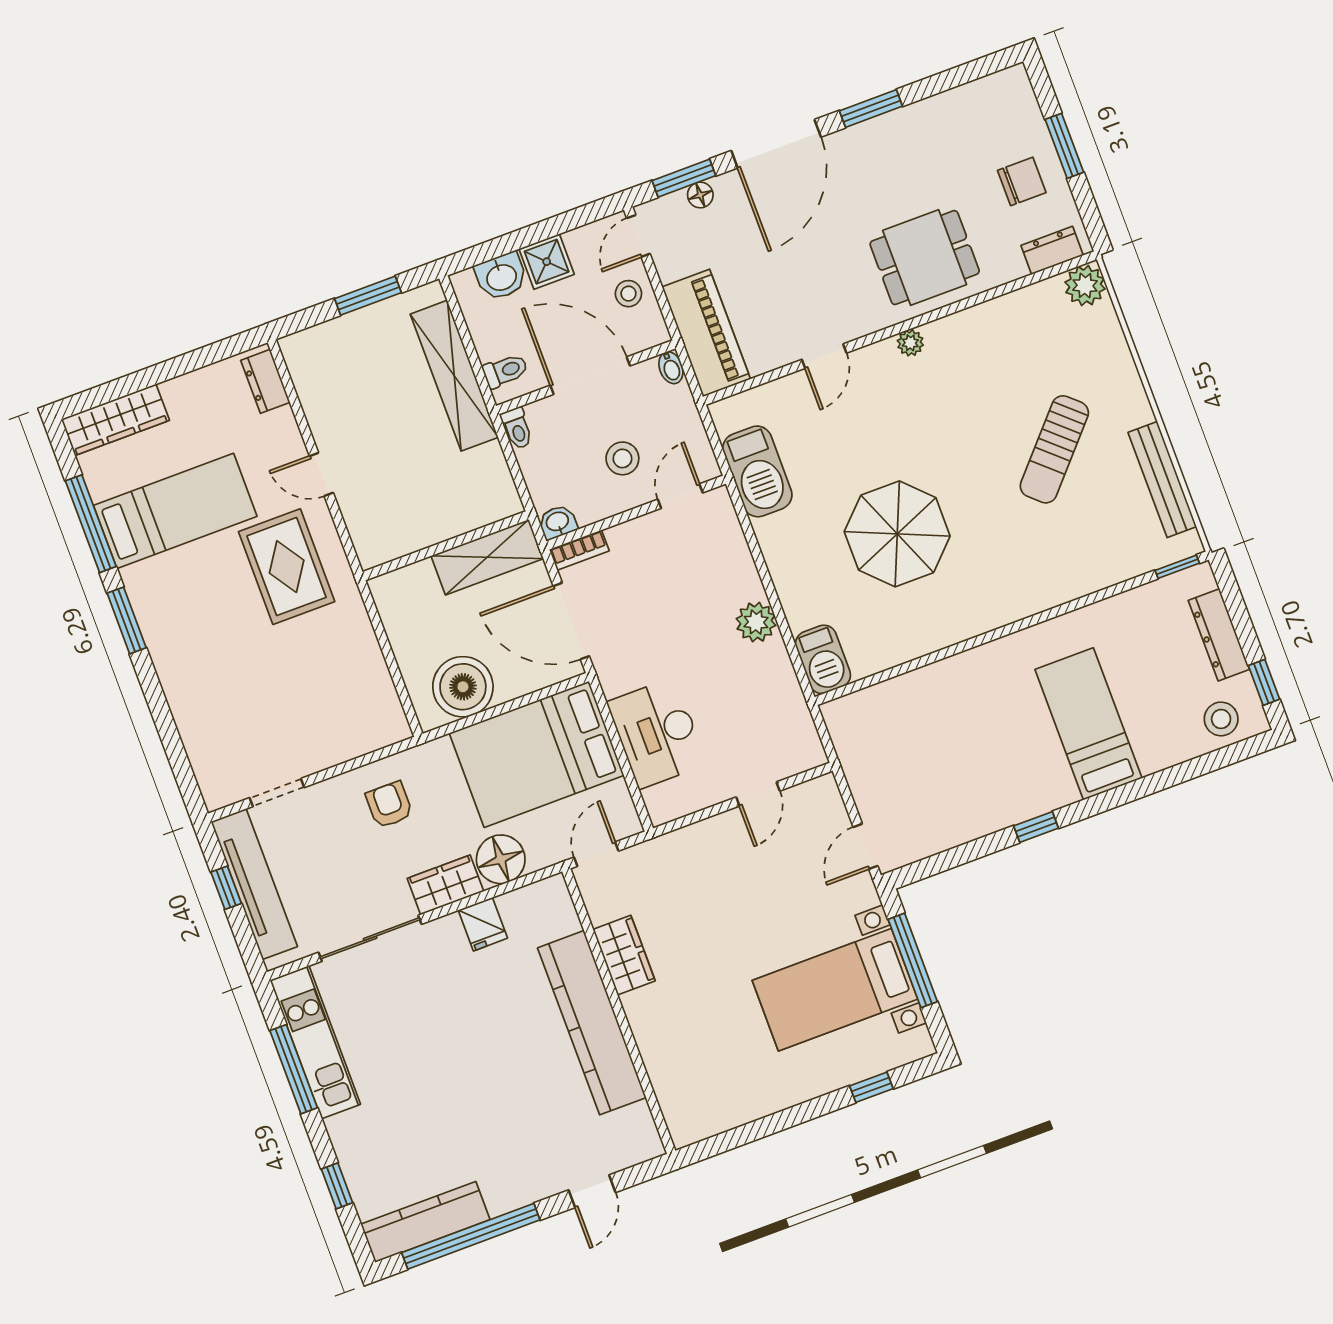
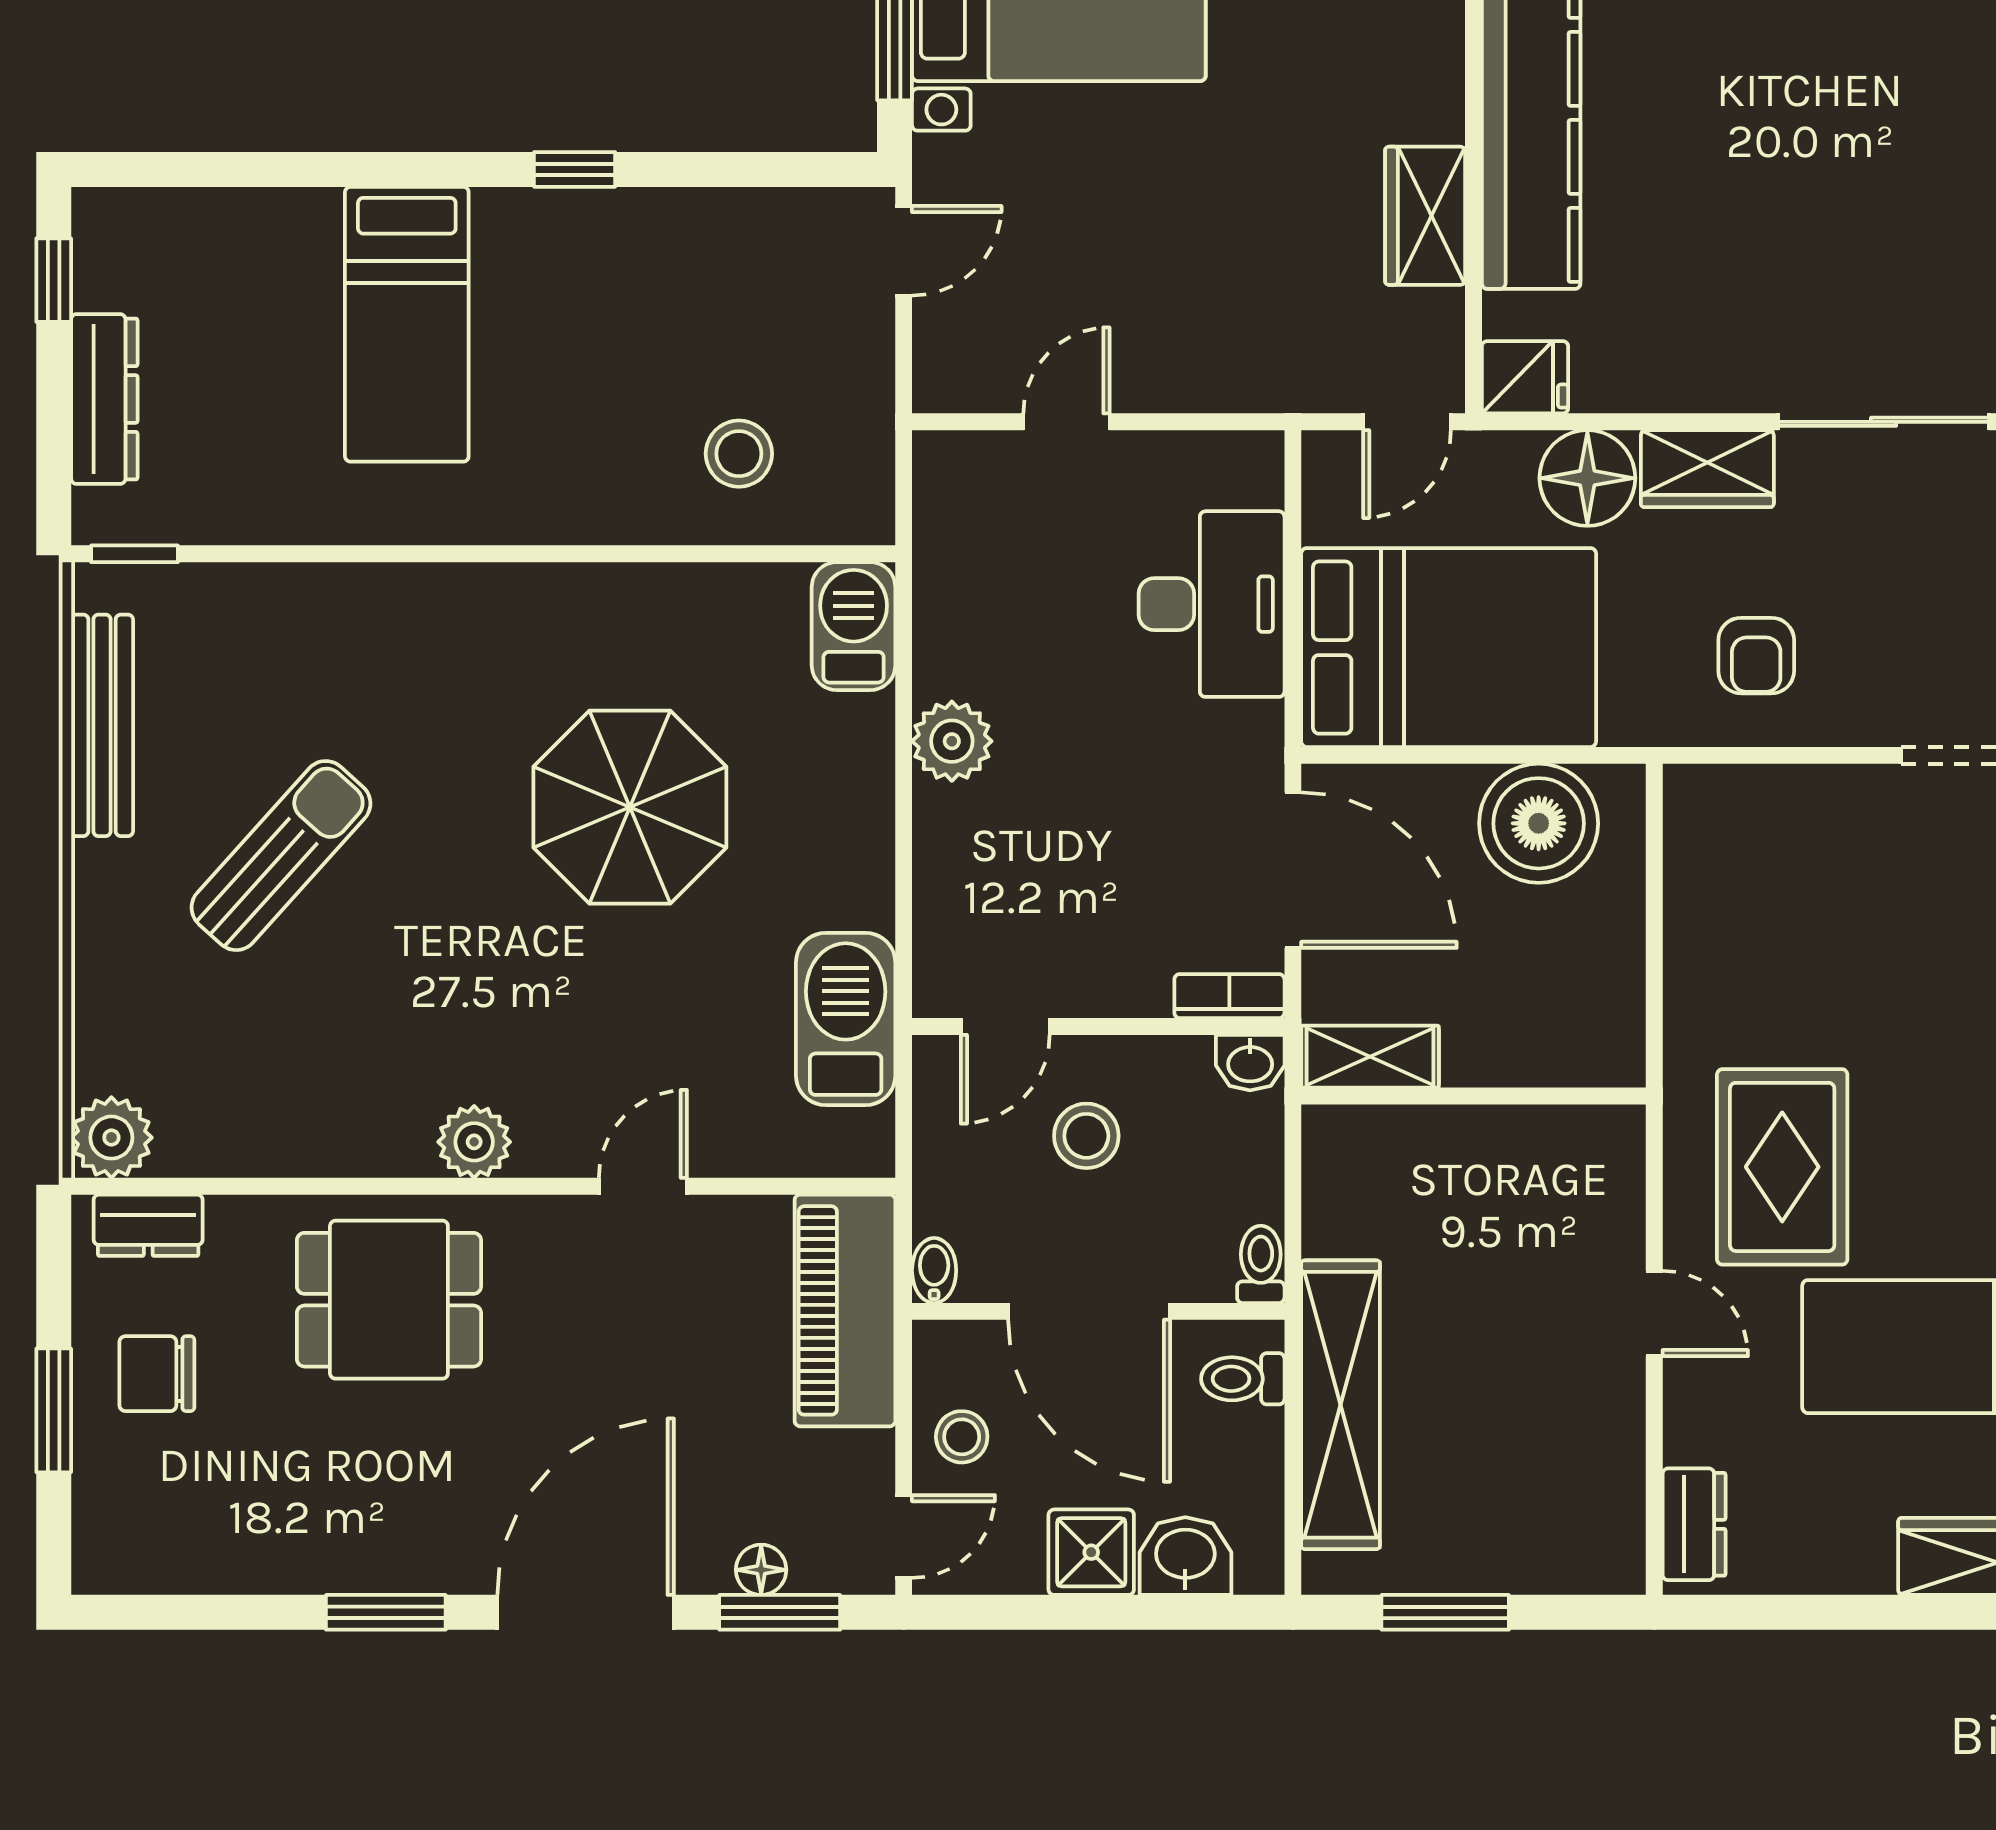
plant: (910, 343) -> (474, 1142), width x1.38, depth x1.38
shelving: (487, 557) -> (1370, 1057), width x0.67, depth x0.75
stool: (1221, 719) -> (739, 454), moved
fridge: (483, 924) -> (1525, 377), moved, turned 90

